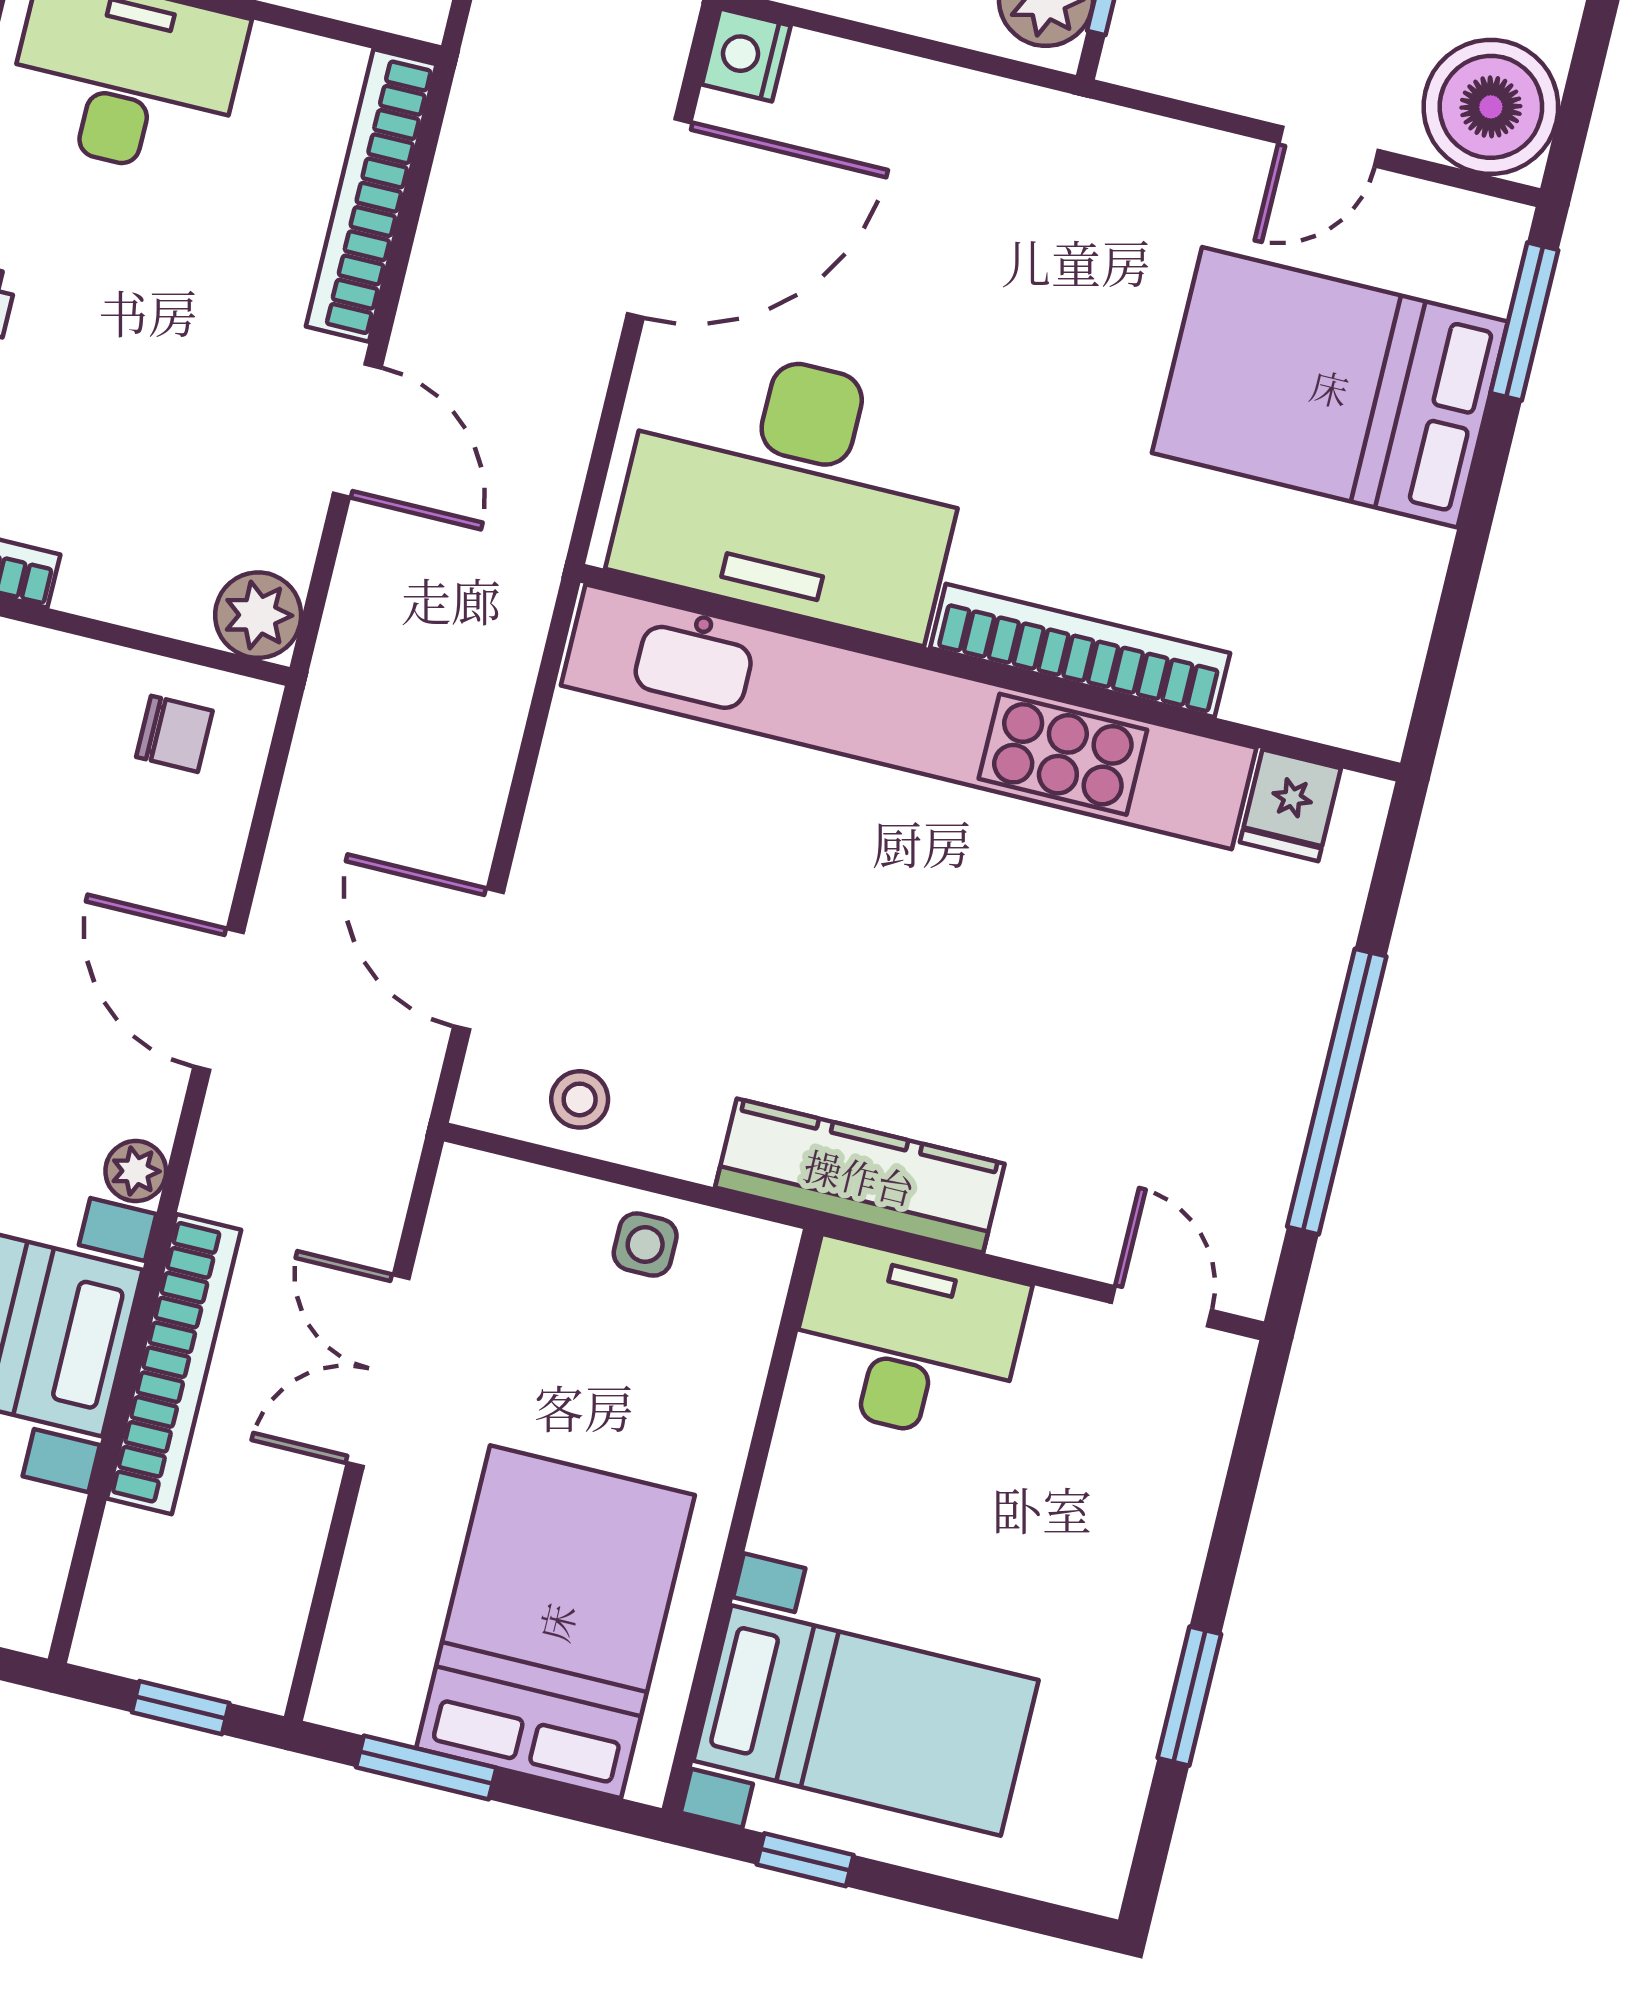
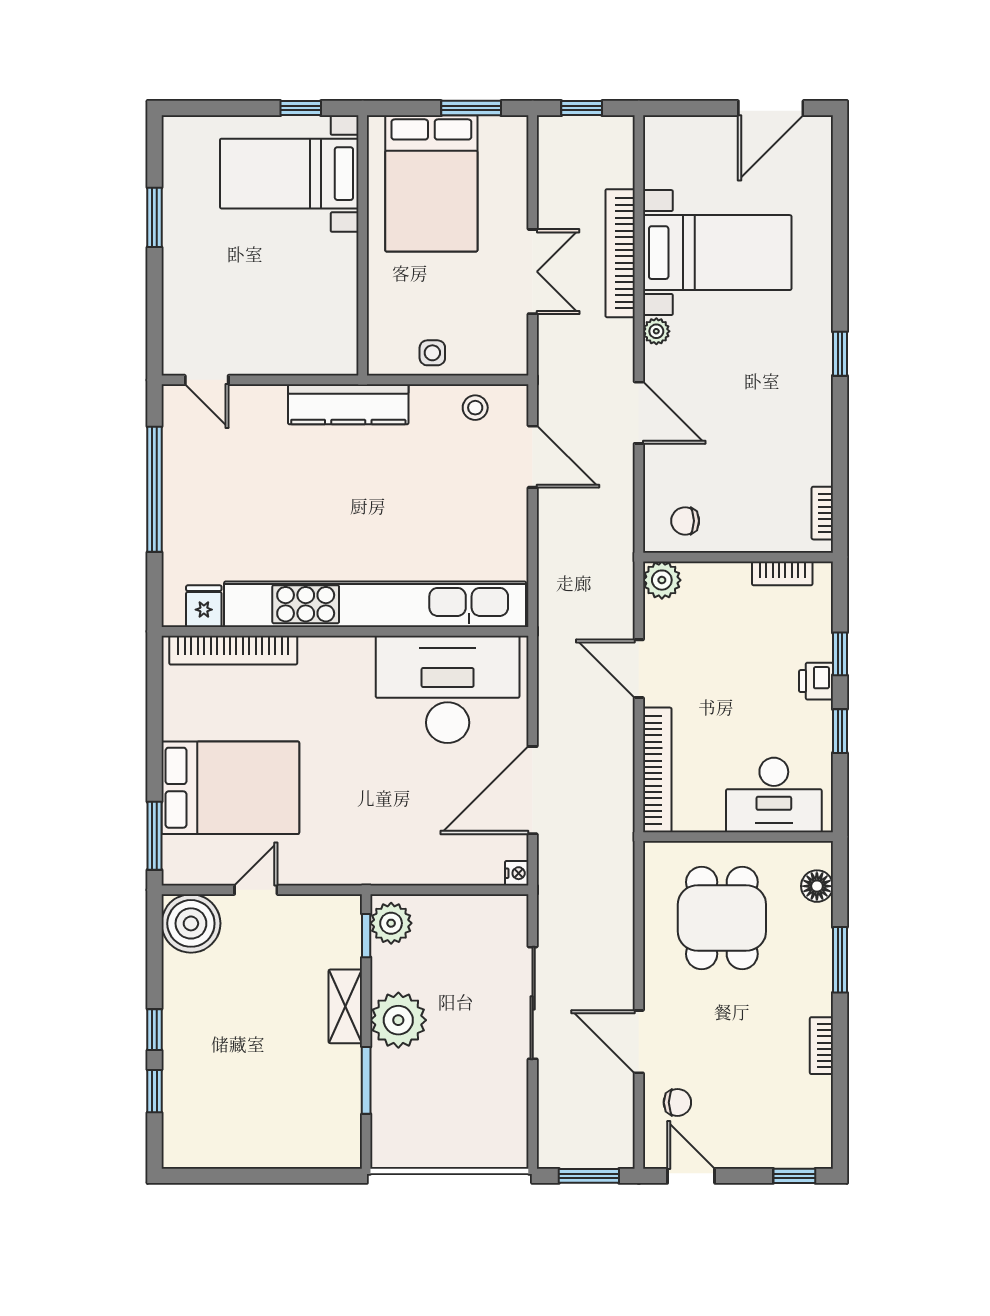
nightstand: (746, 55) -> (517, 873), width x0.72, depth x0.74
bookcase: (1080, 650) -> (233, 650), moved
desk: (907, 1342) -> (311, 338), removed

